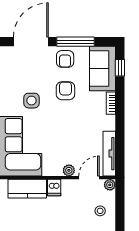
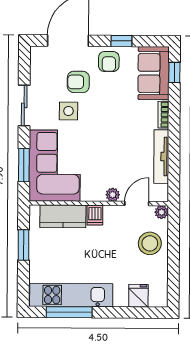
window: (76, 42) -> (121, 41), width x0.46
armchair: (65, 91) -> (78, 82), moved, turned -90
tv unit: (109, 154) -> (161, 157), moved
stool: (100, 211) -> (150, 243), width x1.89, depth x1.89

